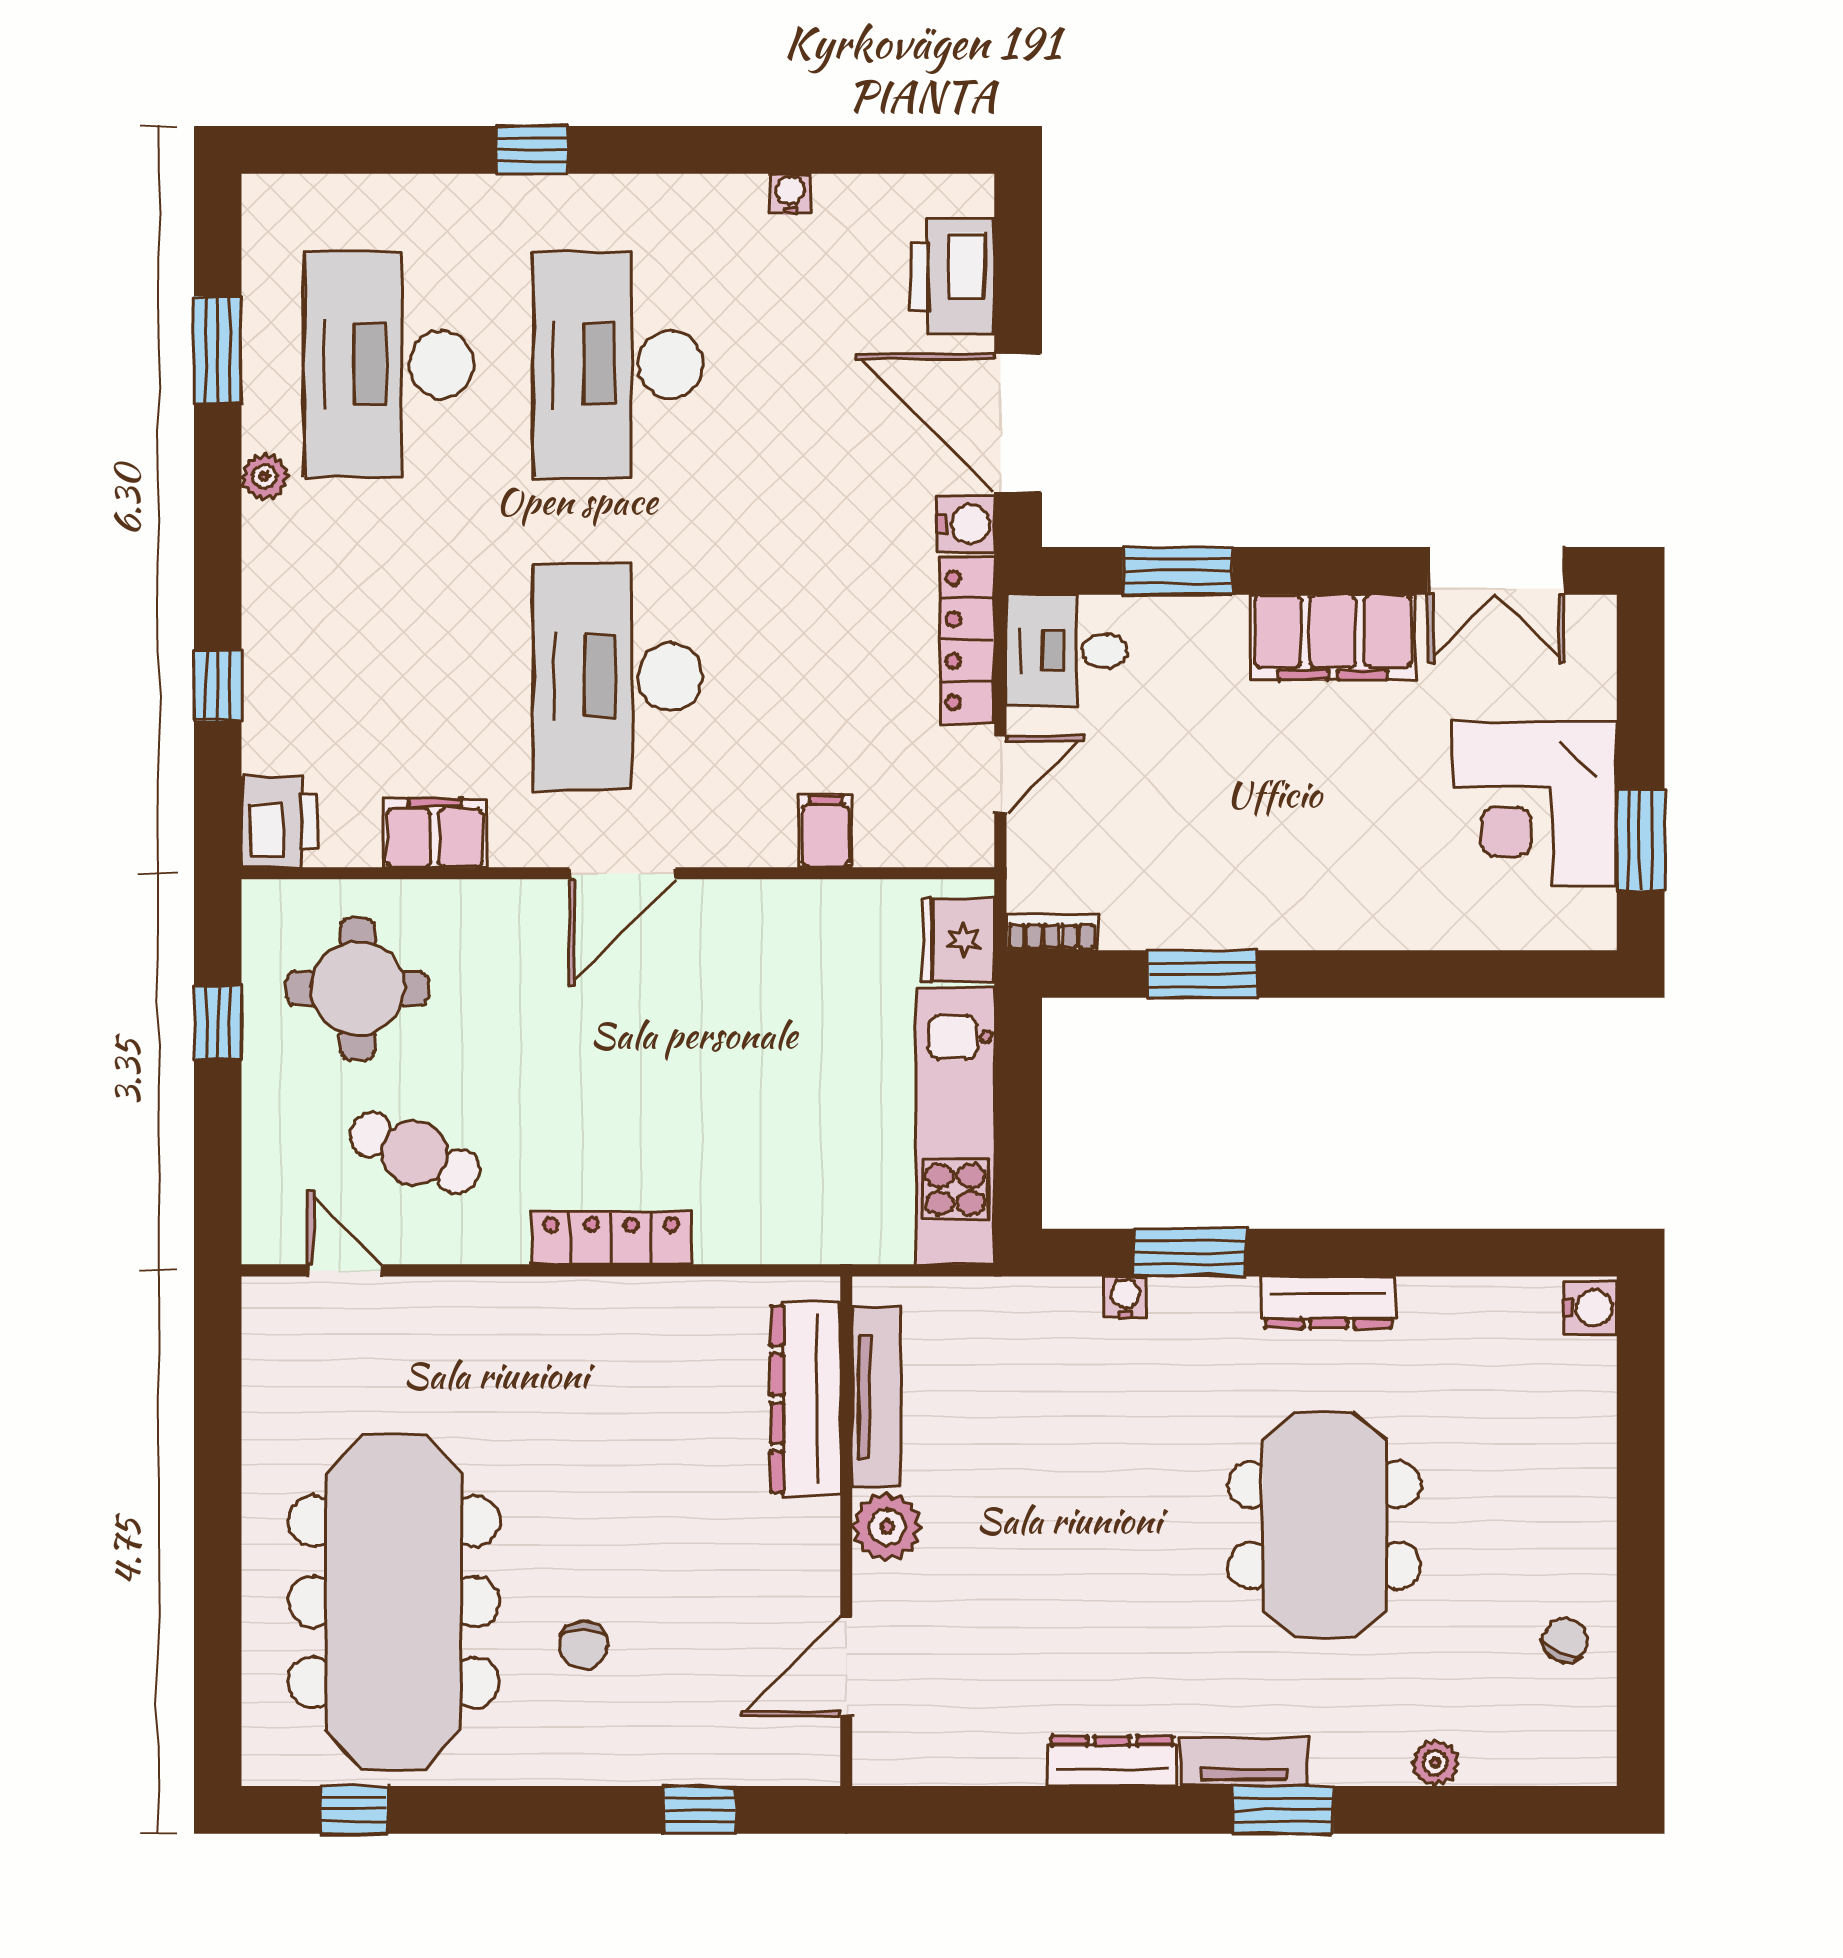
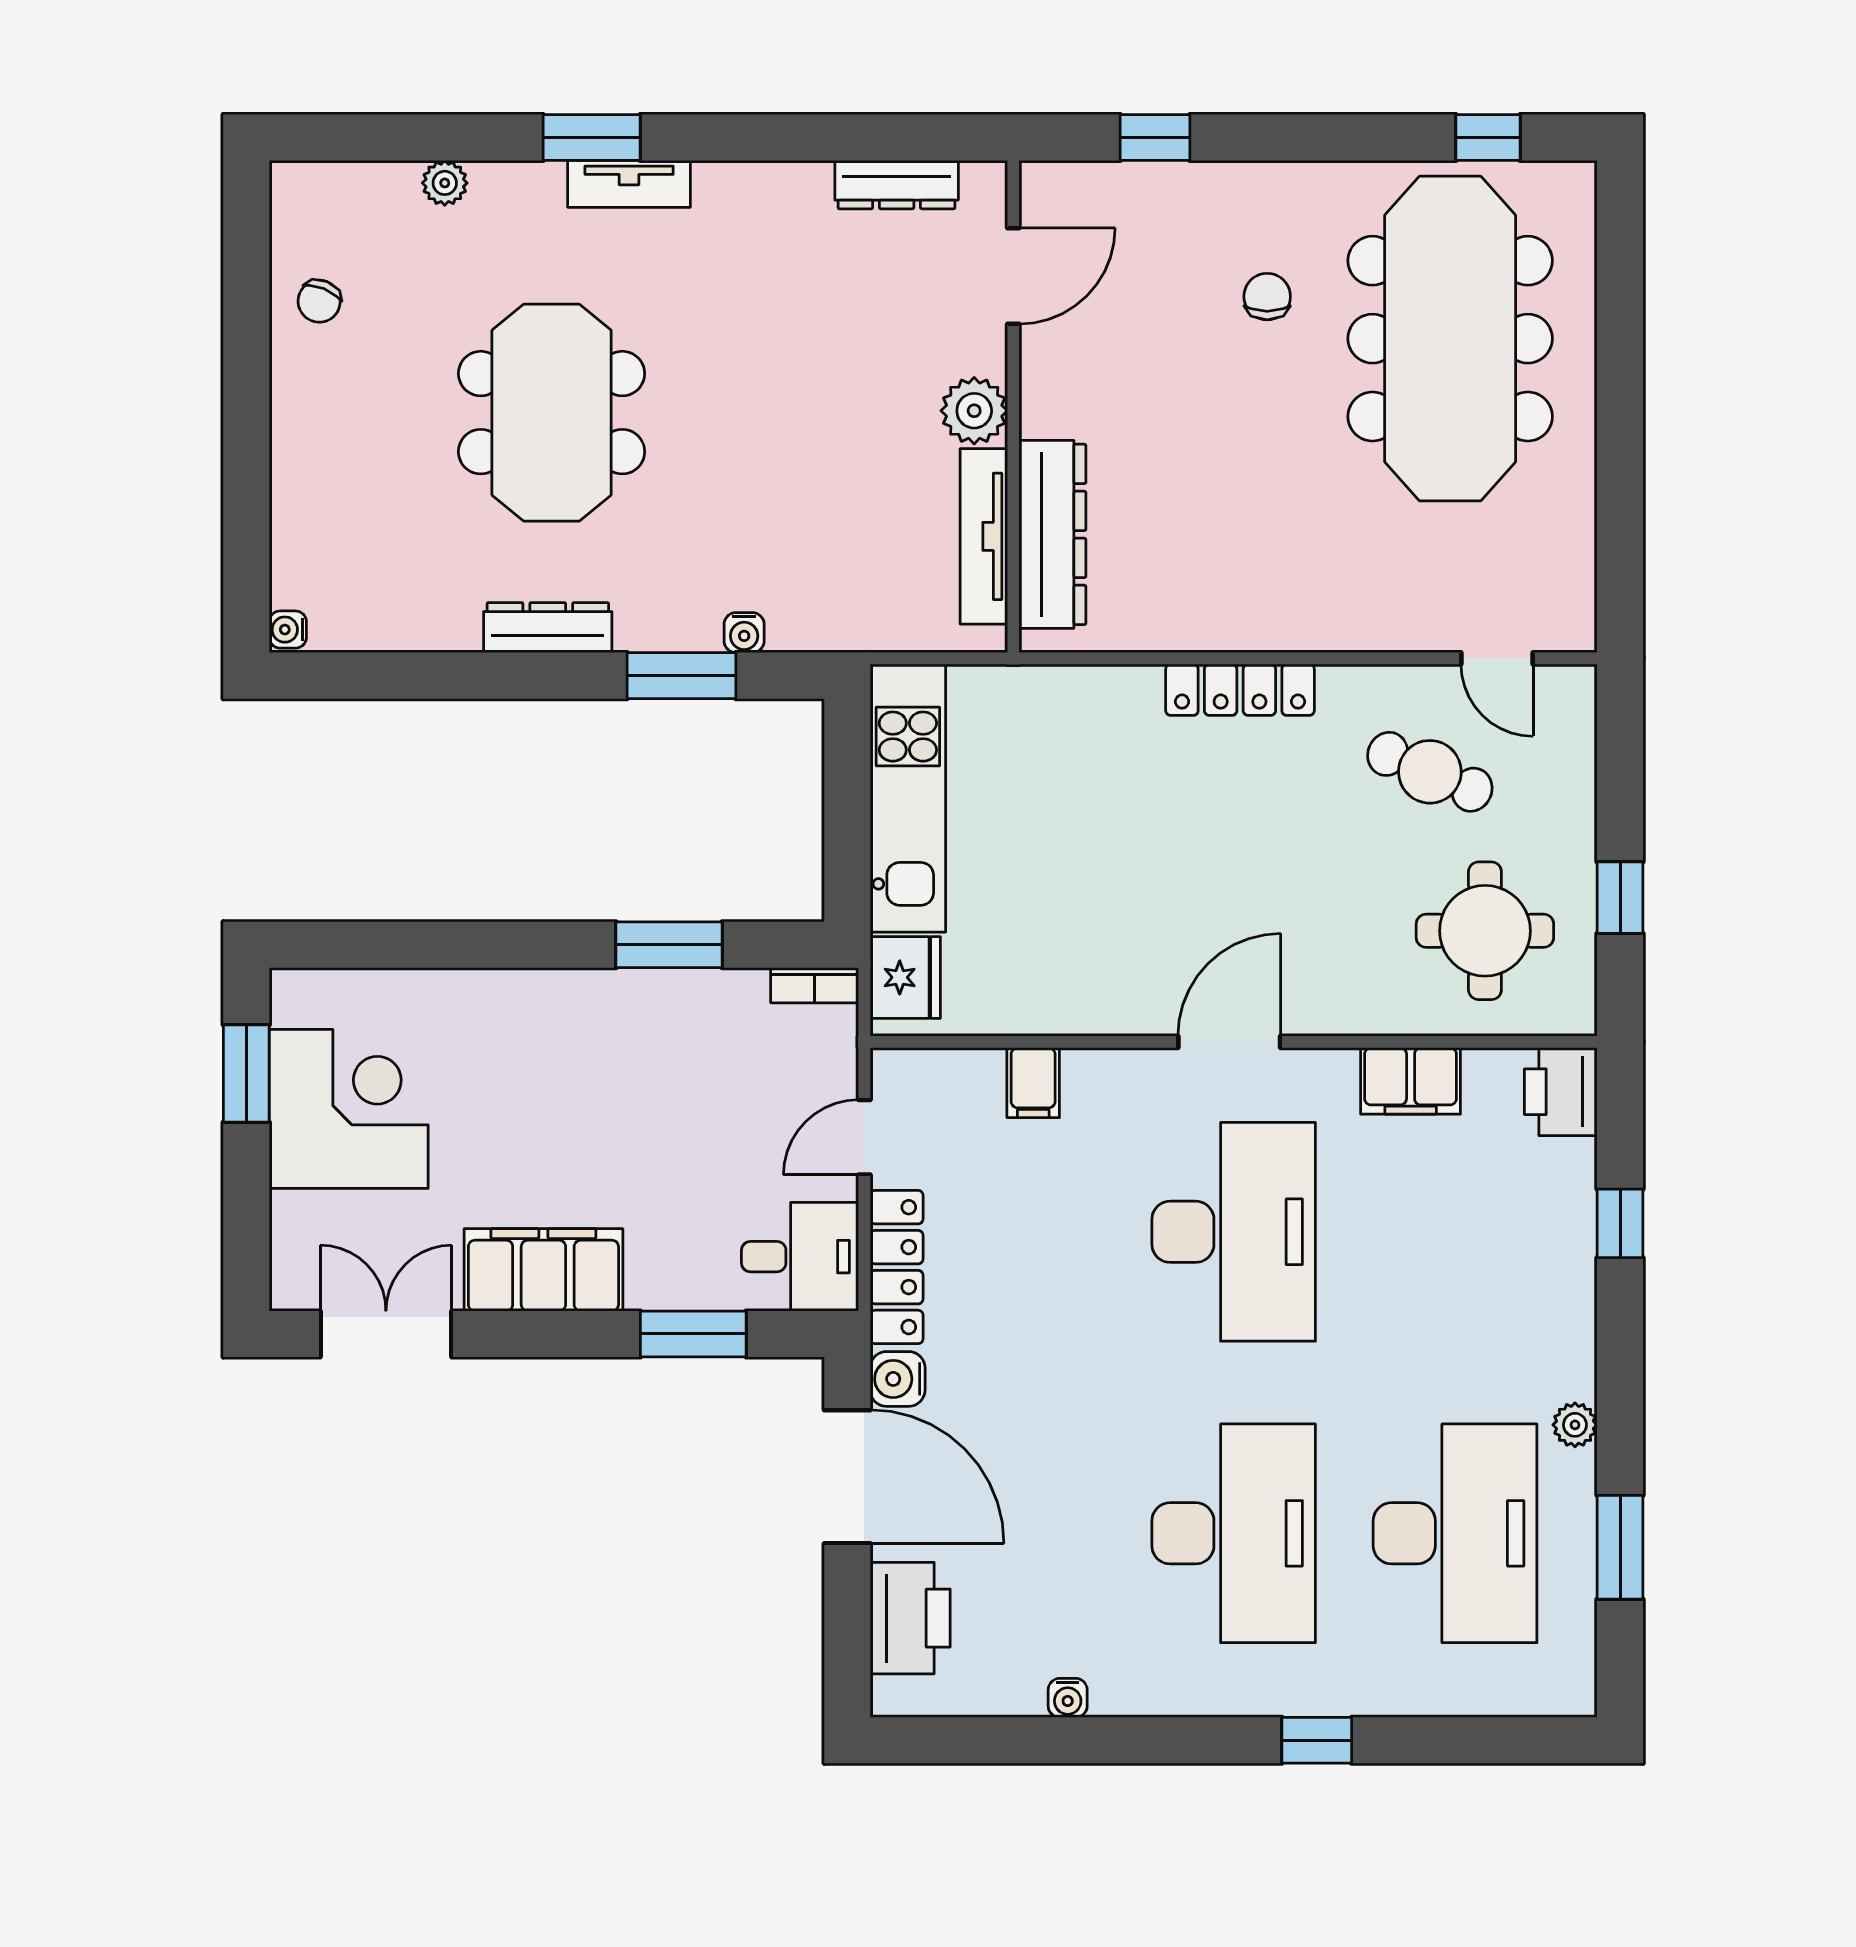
water cooler: (1590, 1308) -> (288, 630), width x0.72, depth x0.72
dresser: (1112, 1761) -> (897, 185), moved

